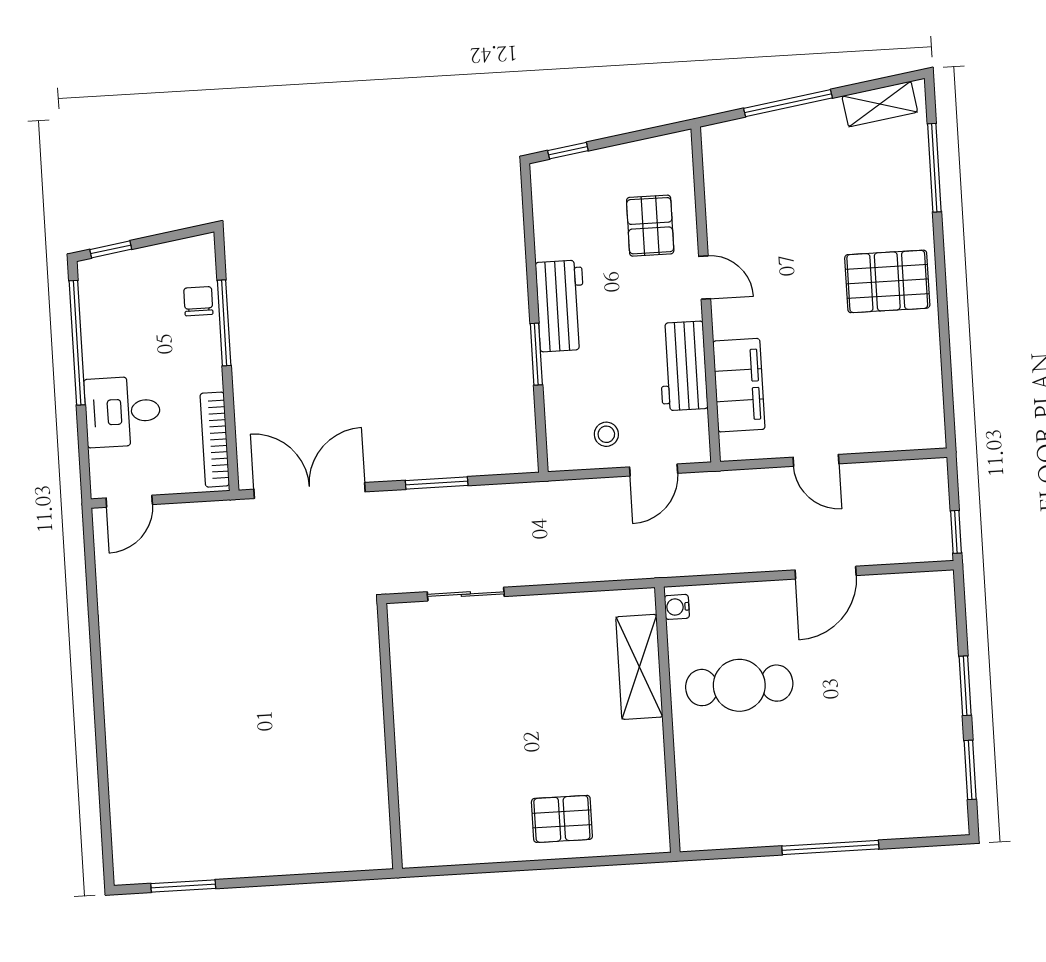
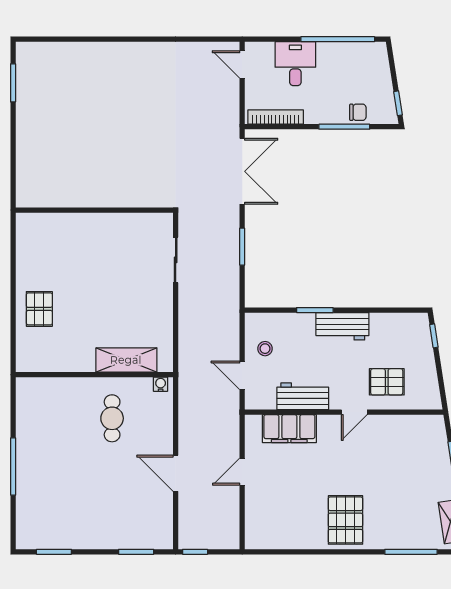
window: (111, 249) -> (398, 103), moved
cafe table: (739, 685) -> (112, 418), width x0.73, depth x0.74
window: (965, 686) -> (136, 552), moved

